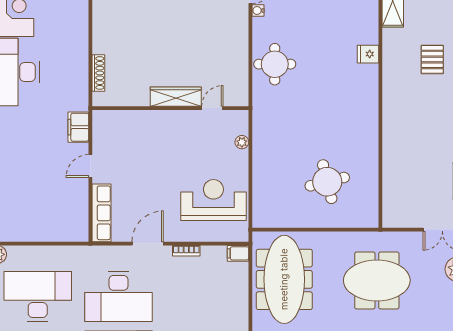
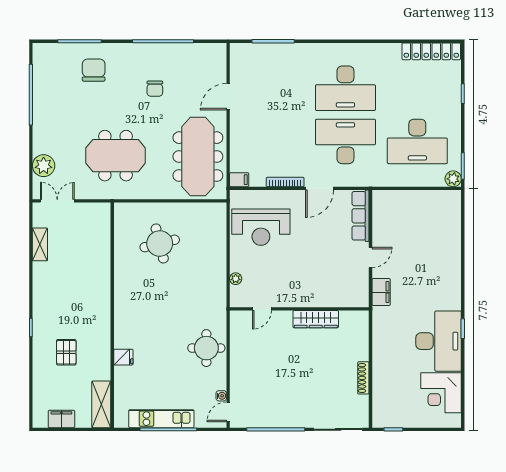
shoe rack: (98, 73) -> (363, 378), moved
wardrobe: (176, 97) -> (316, 319), moved
bookcase: (186, 251) -> (285, 182), width x1.56

